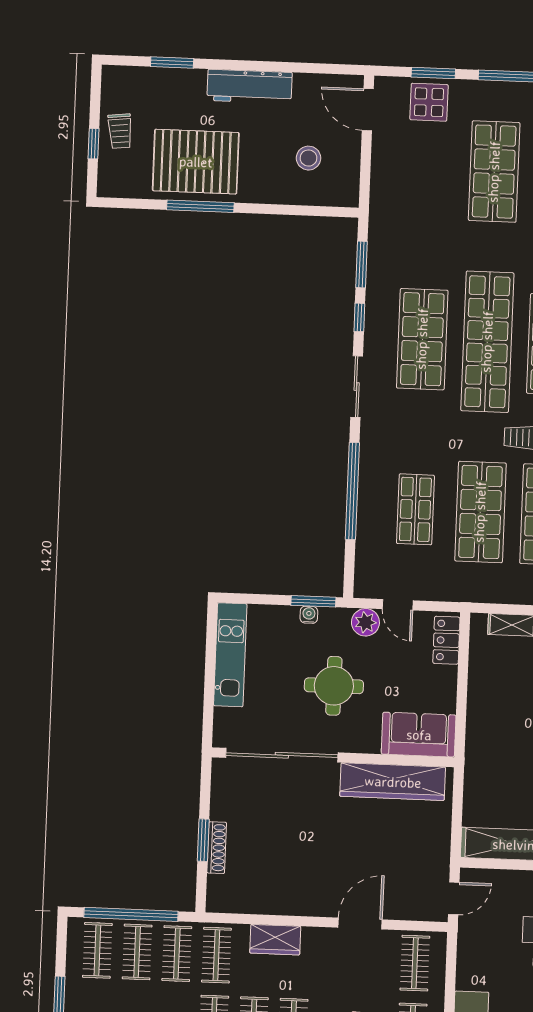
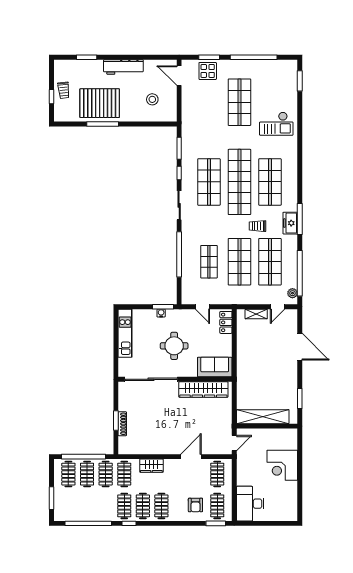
plant: (365, 622) -> (188, 316), removed

